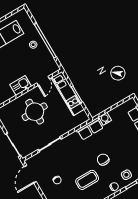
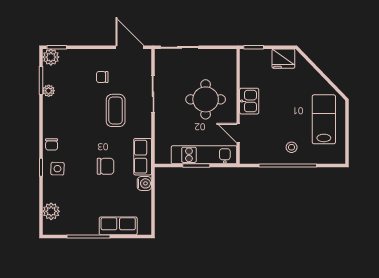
chair: (103, 160) -> (106, 166), moved
coffee table: (87, 180) -> (116, 110), moved

